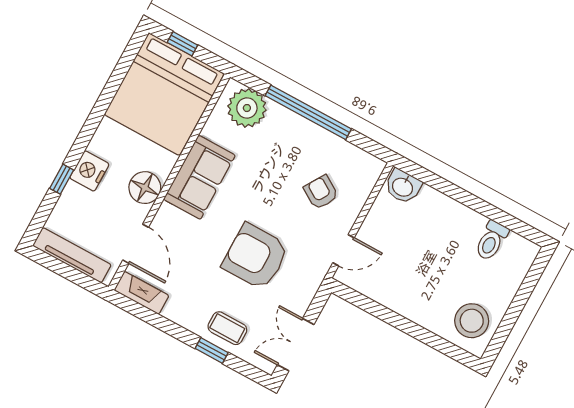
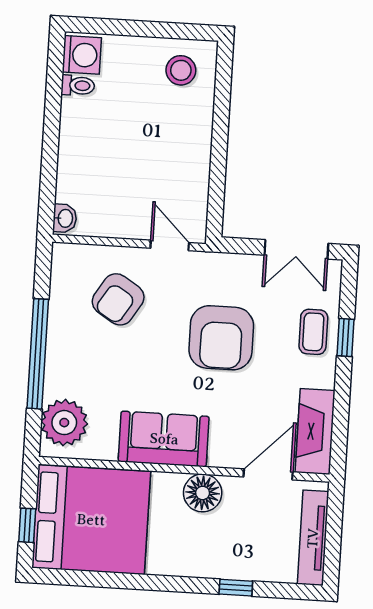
nightstand: (89, 171) -> (213, 562), removed
washbasin: (403, 186) -> (65, 218), width x0.72, depth x0.69
armchair: (321, 192) -> (118, 299), width x1.38, depth x1.38
toilet: (491, 241) -> (78, 86), width x0.73, depth x0.72
washing machine: (518, 251) -> (82, 55), added
fireplace: (142, 293) -> (315, 431), width x1.37, depth x1.32
stool: (472, 321) -> (181, 70), width x0.73, depth x0.73

